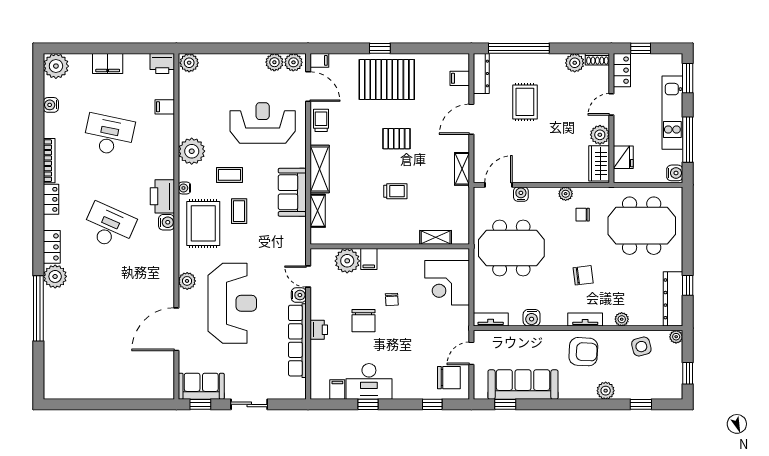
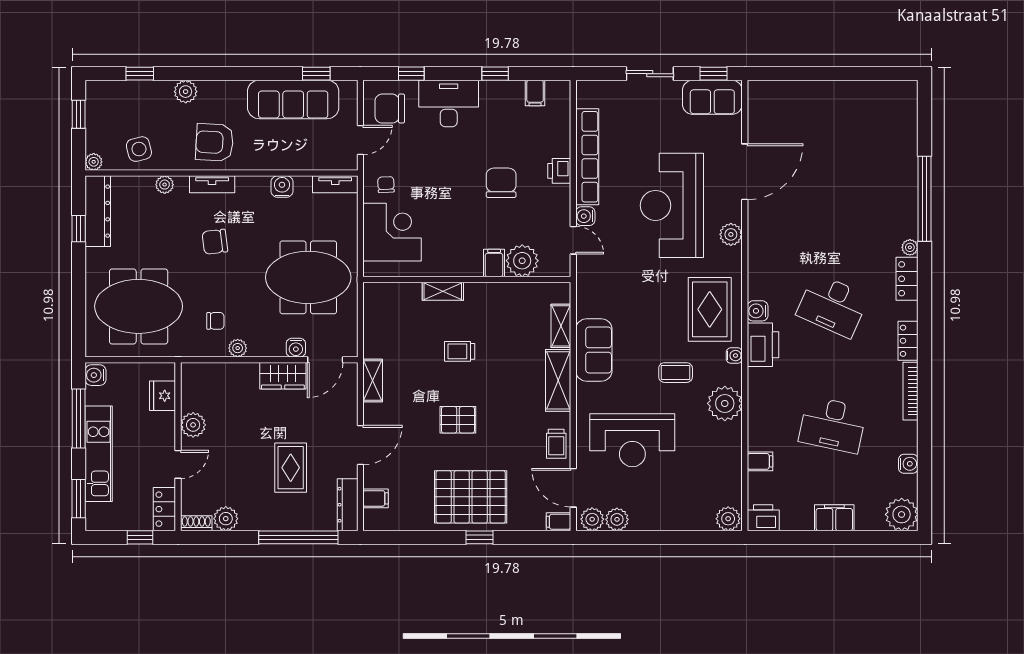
wardrobe: (599, 163) -> (283, 376), moved, turned 90
coffee table: (239, 211) -> (663, 325), removed
shelving: (436, 237) -> (443, 291), moved
plant: (55, 276) -> (910, 247), width x0.53, depth x0.53
chair: (392, 299) -> (386, 185), moved
desk: (369, 381) -> (449, 103), moved

